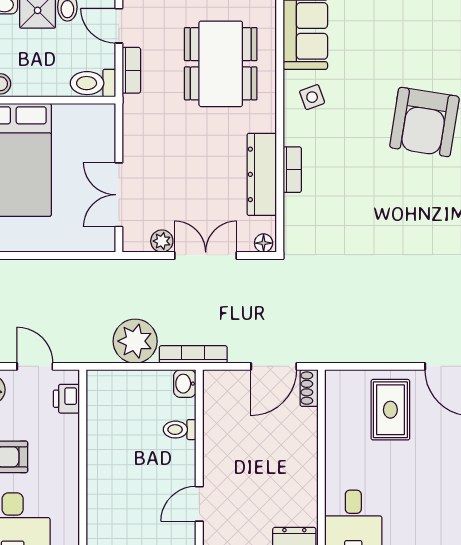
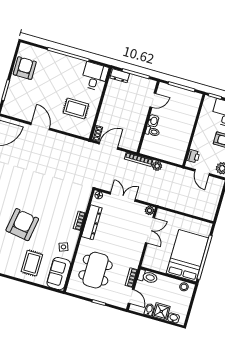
rug: (376, 37) -> (32, 263), added
plant: (162, 241) -> (149, 210), moved
double door: (206, 255) -> (123, 197), swing flipped
plant: (135, 341) -> (157, 166), width x0.53, depth x0.53
washbasin: (185, 384) -> (153, 121), moved
rug: (390, 410) -> (76, 108), moved, turned 90

